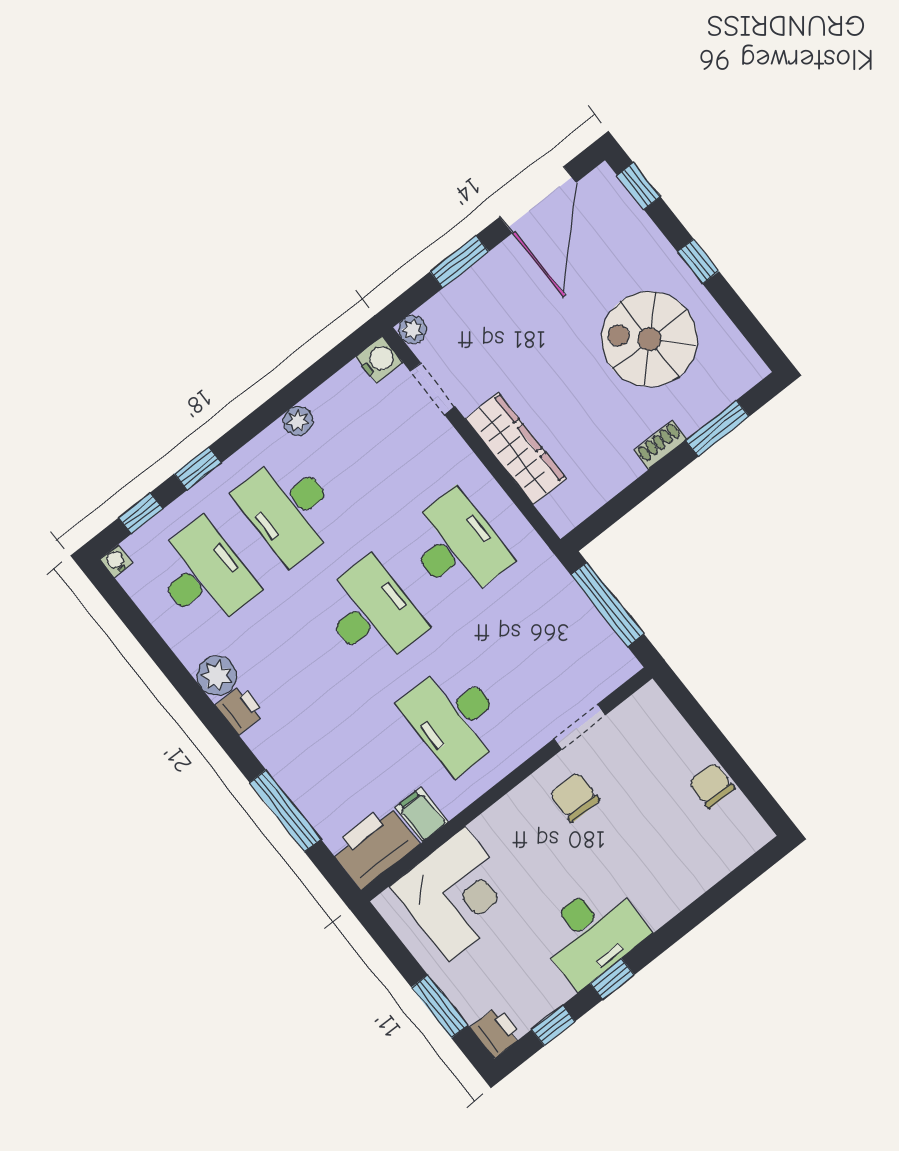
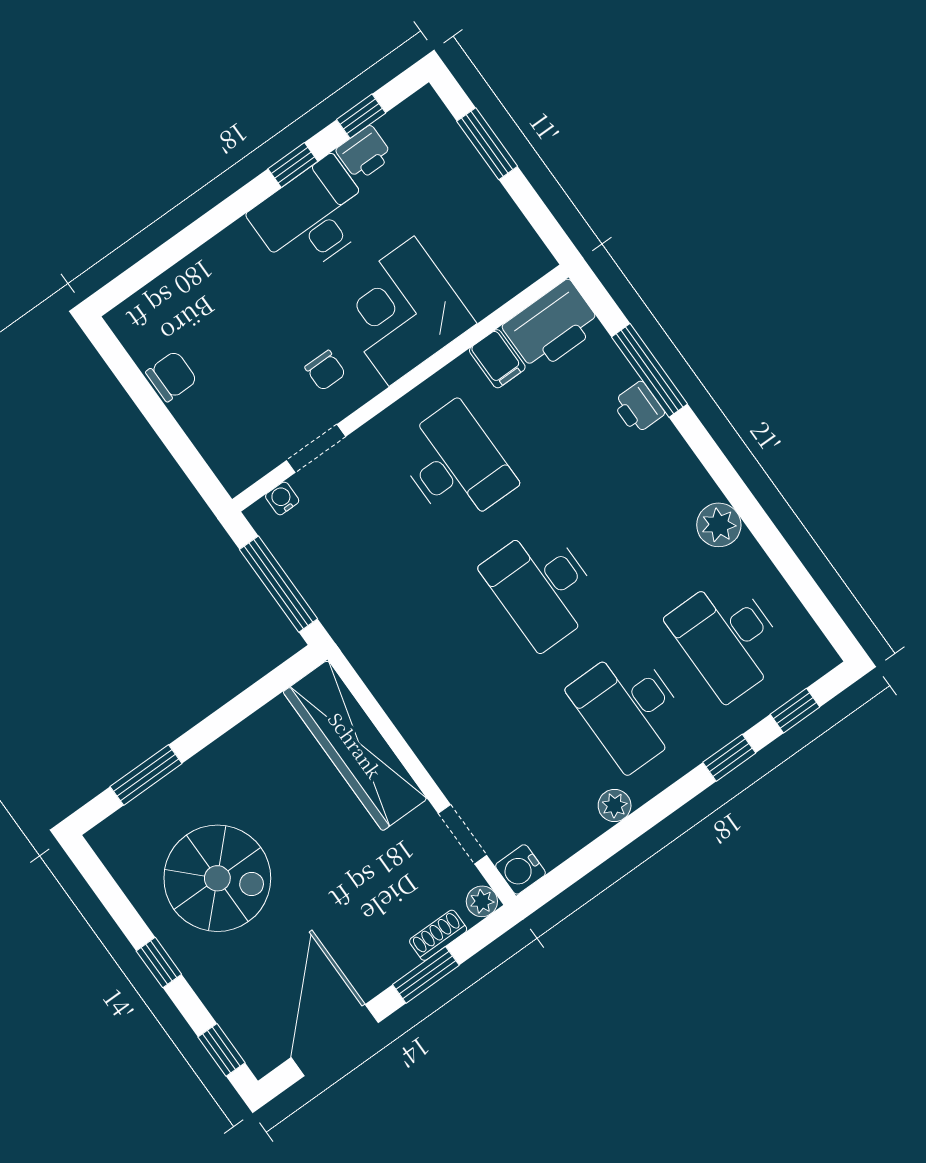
shoe rack: (661, 445) -> (438, 935), moved, turned 180
wardrobe: (516, 449) -> (355, 745), width x1.40, depth x1.17
desk: (289, 508) -> (629, 708), turned 180
desk: (457, 546) -> (444, 657), removed
water cooler: (116, 561) -> (282, 498), moved, turned 180
printer: (240, 710) -> (638, 408), moved
chair: (712, 785) -> (171, 376), turned -90
chair: (575, 797) -> (325, 370), width x0.73, depth x0.73
corner desk: (457, 894) -> (402, 311), moved
printer: (496, 1032) -> (364, 153), moved, turned -90

